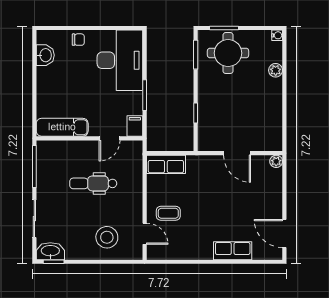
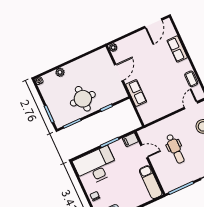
round table: (228, 53) -> (83, 99), moved
row of seats: (166, 164) -> (136, 93), moved
coffee table: (168, 213) -> (191, 79), moved

